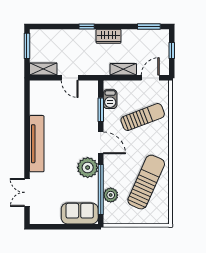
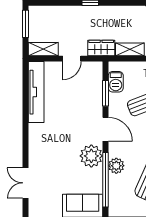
wardrobe: (109, 36) -> (101, 48), moved, turned 180
door: (70, 78) -> (72, 59), hinge flipped
tv unit: (37, 144) -> (36, 92), moved
plant: (111, 195) -> (116, 166), moved

